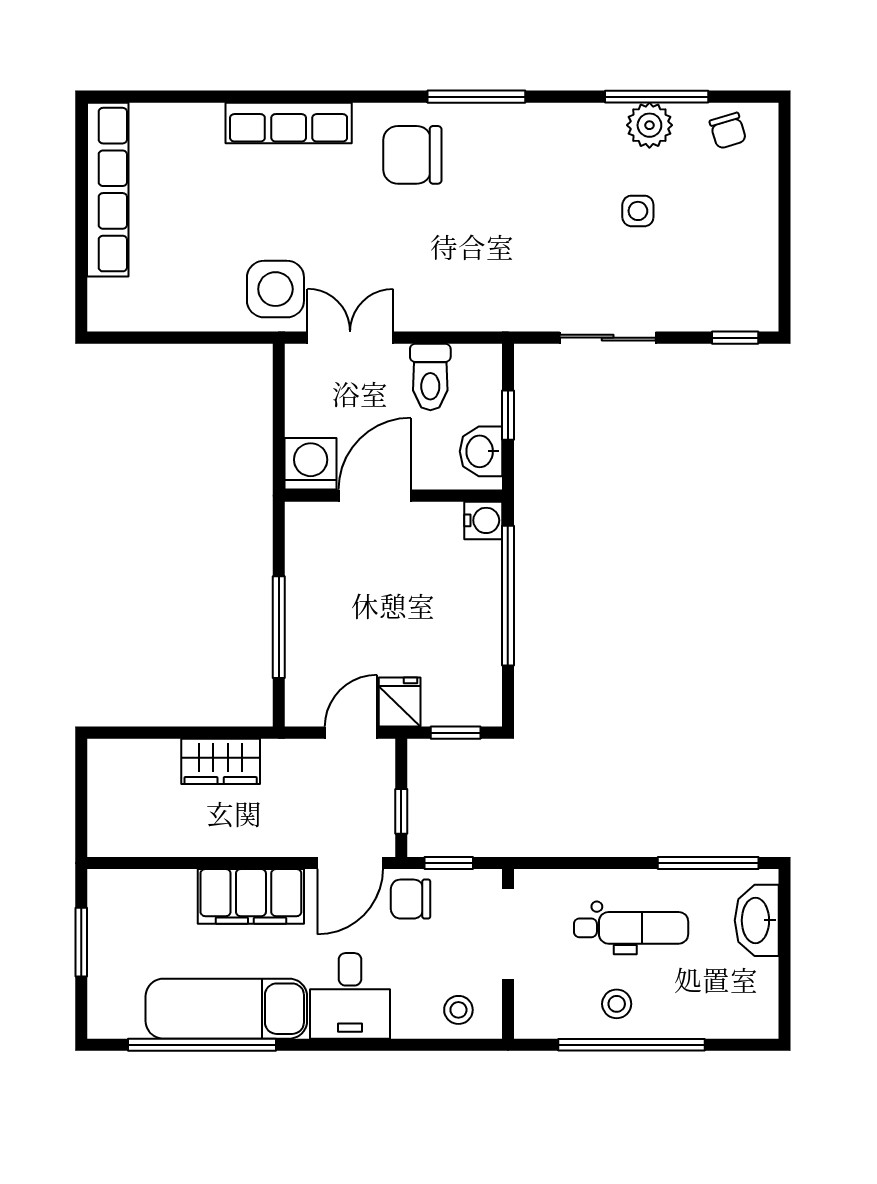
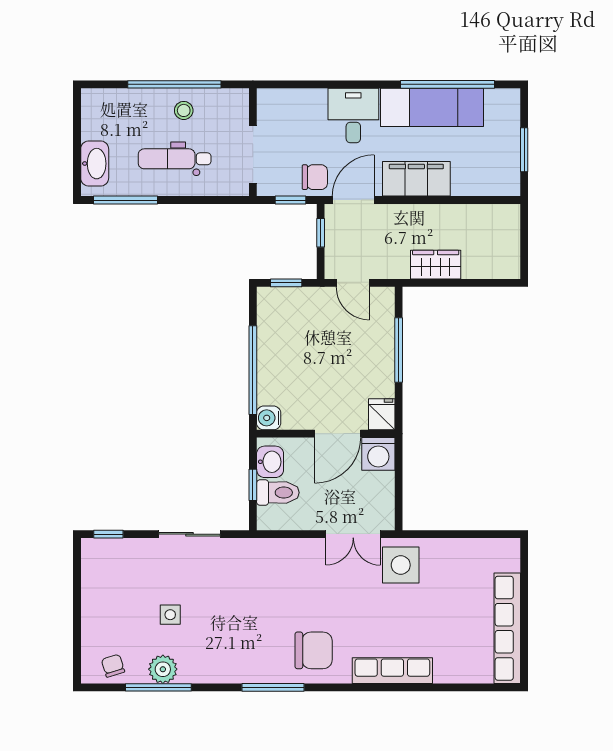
toilet: (430, 377) -> (278, 493), moved, turned 90
fridge: (400, 702) -> (382, 414), moved, turned 180
door: (351, 733) -> (353, 283), hinge flipped
stool: (458, 1010) -> (284, 107), removed

